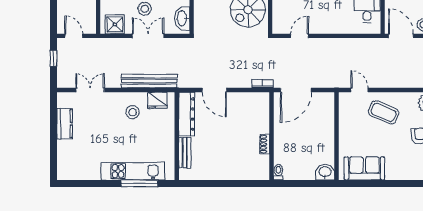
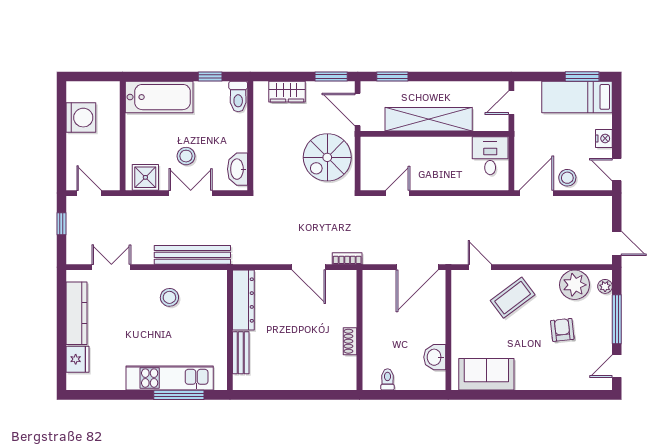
door: (401, 36) -> (536, 193), hinge flipped
door: (214, 90) -> (309, 267), moved
door: (296, 90) -> (417, 267), moved
fridge: (157, 100) -> (77, 359), moved, turned -90
coffee table: (384, 112) -> (513, 298), turned -60
kitchen counter: (65, 124) -> (77, 313), width x1.50
toilet: (278, 172) -> (388, 379), moved
washbasin: (325, 172) -> (435, 357), moved, turned -90

